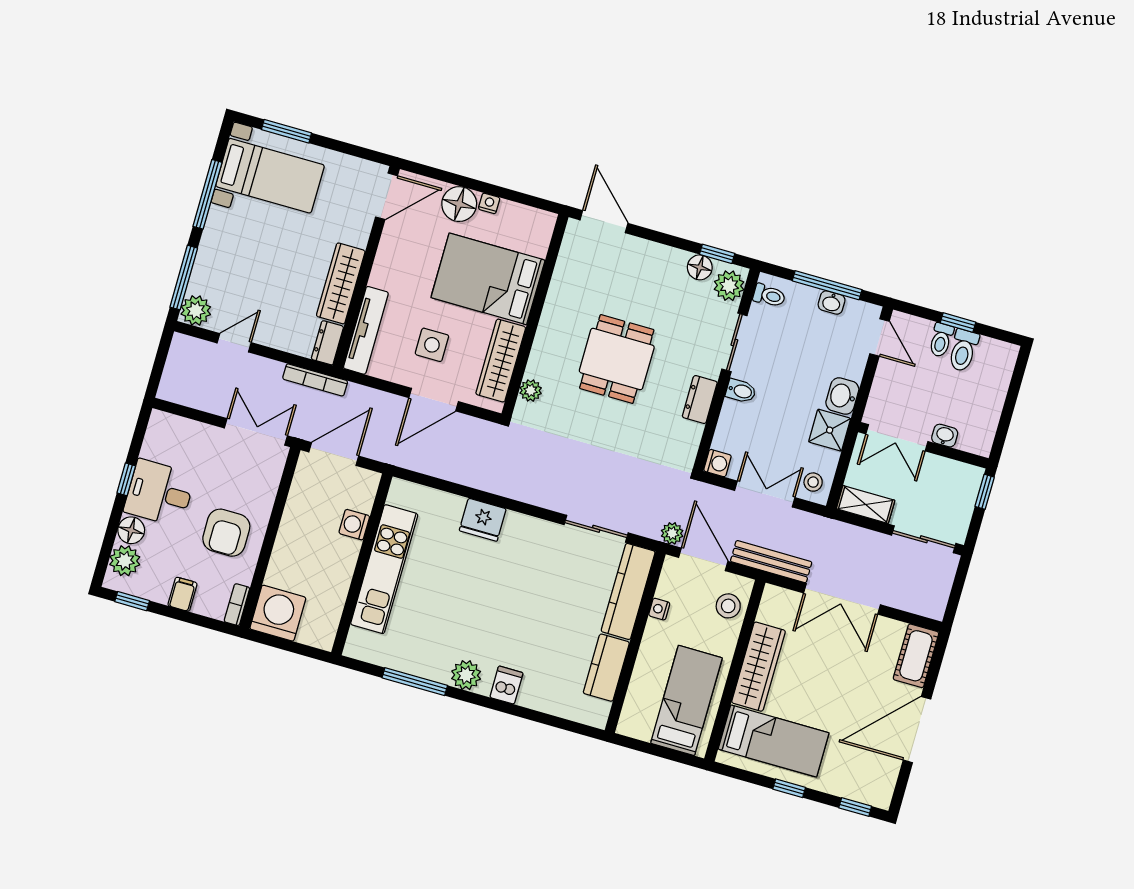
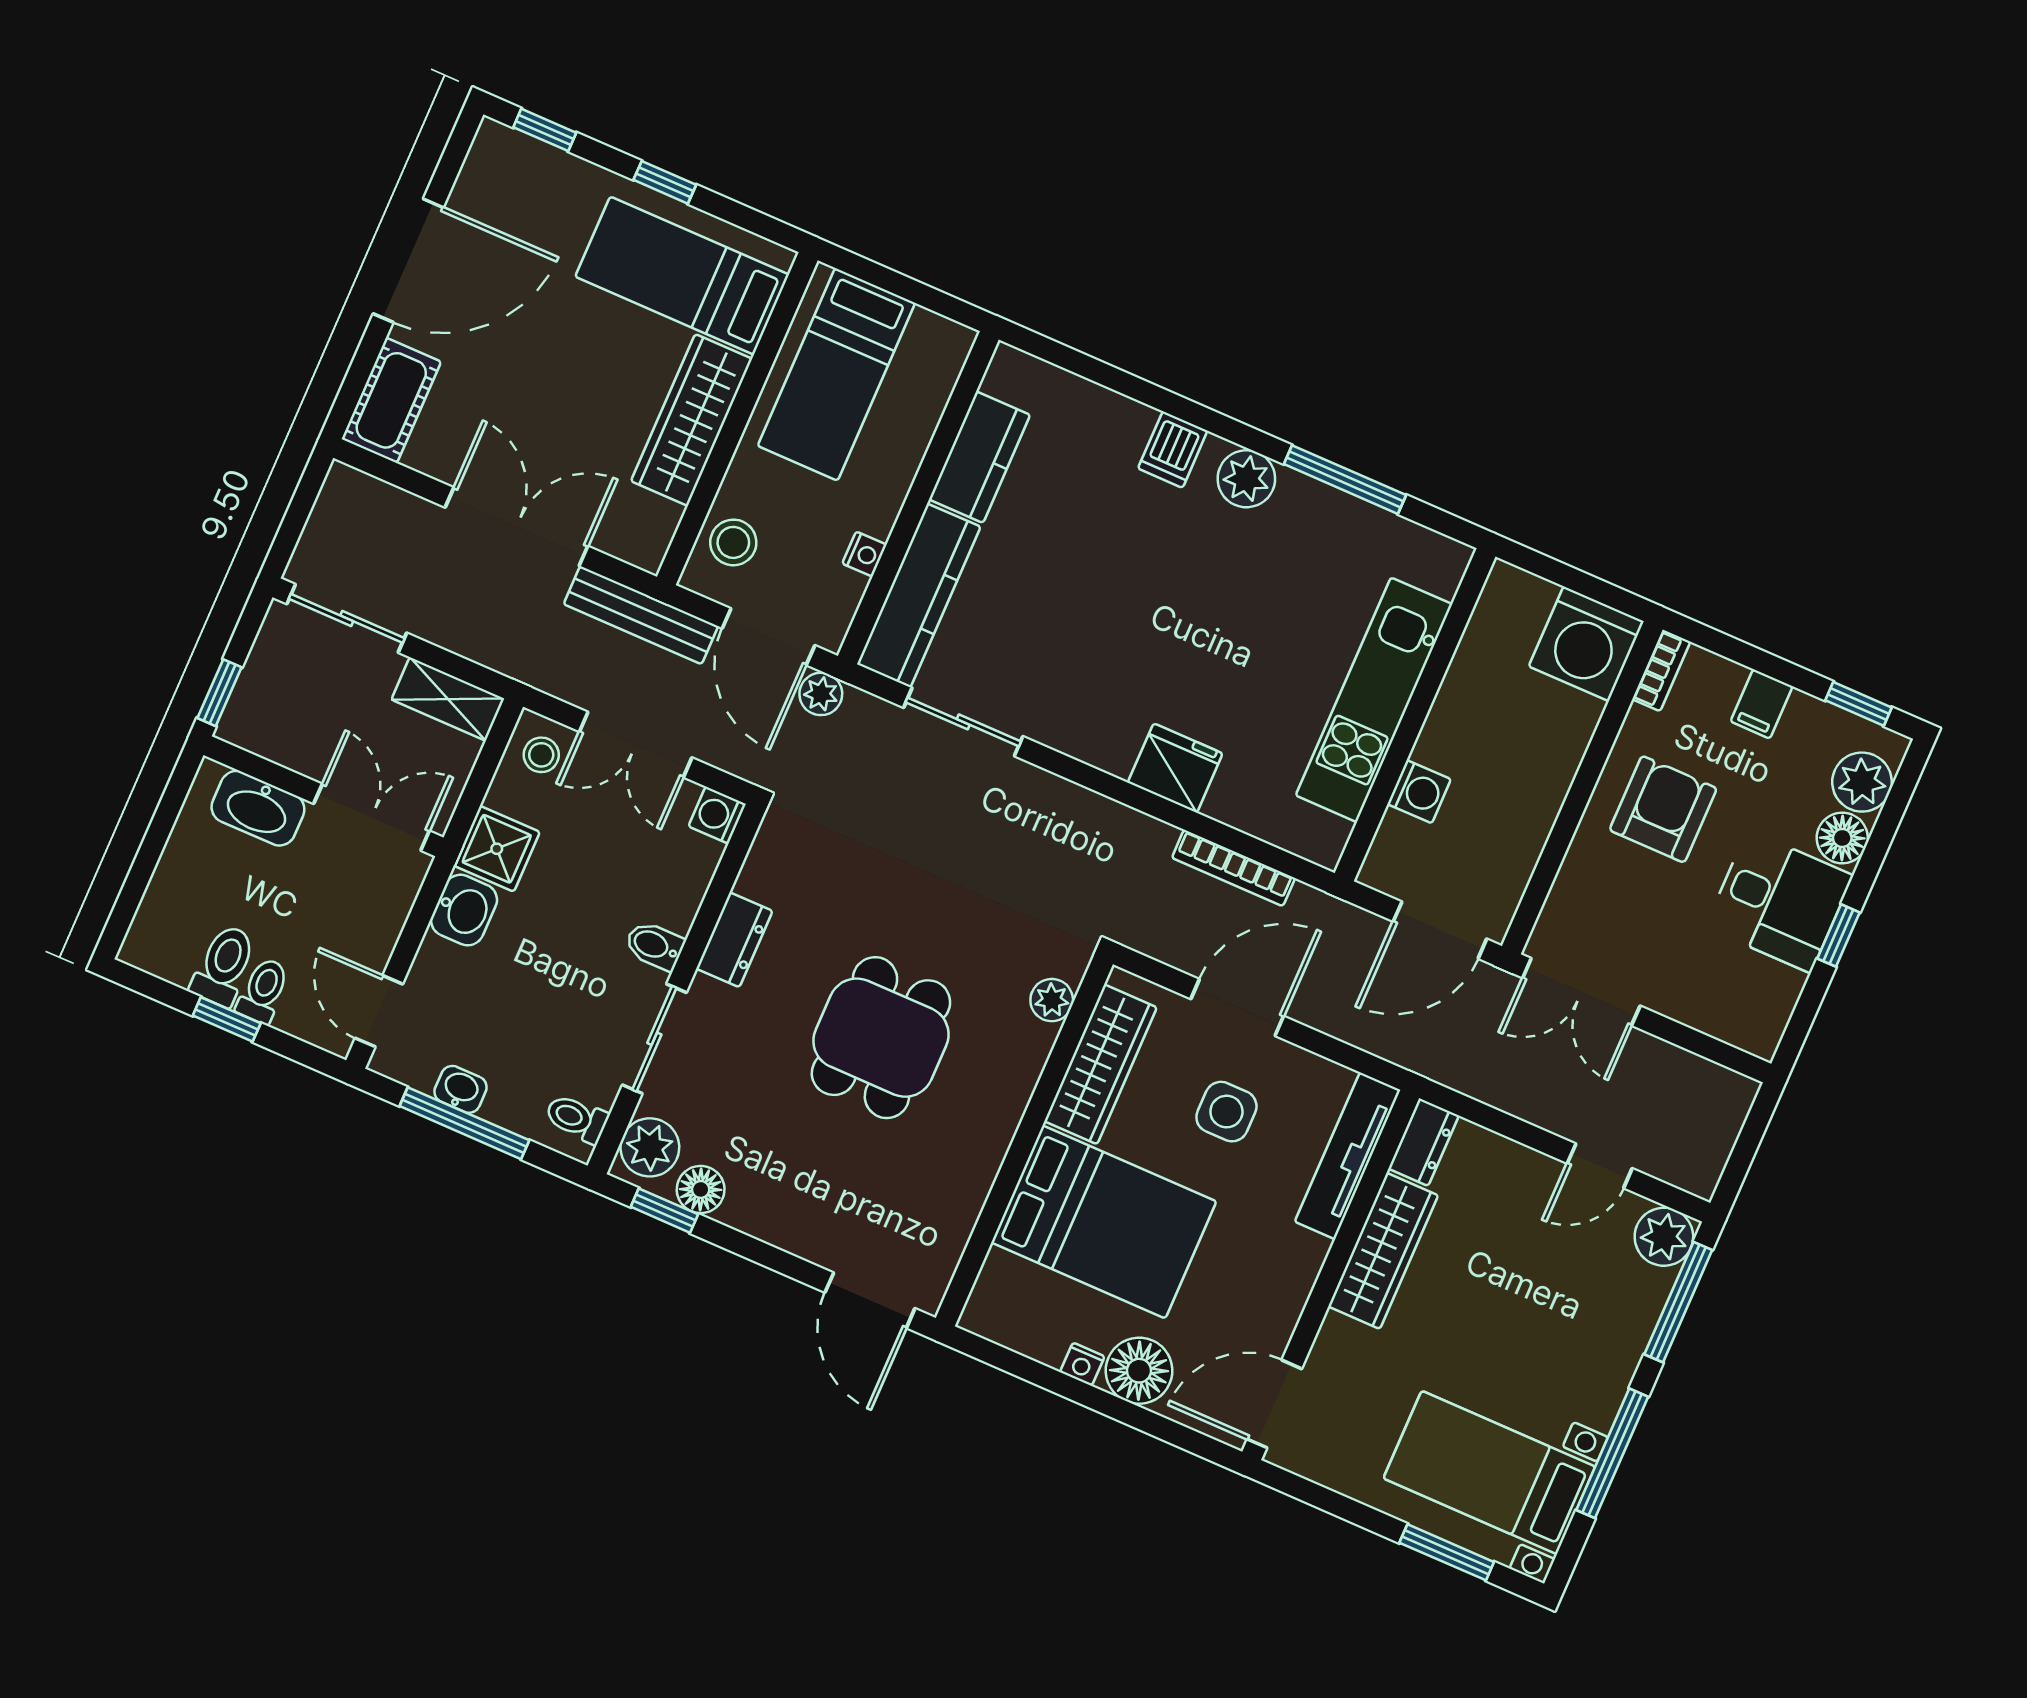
bookcase: (315, 380) -> (1233, 868), moved, turned 180
washbasin: (945, 436) -> (258, 808), width x1.91, depth x1.45

